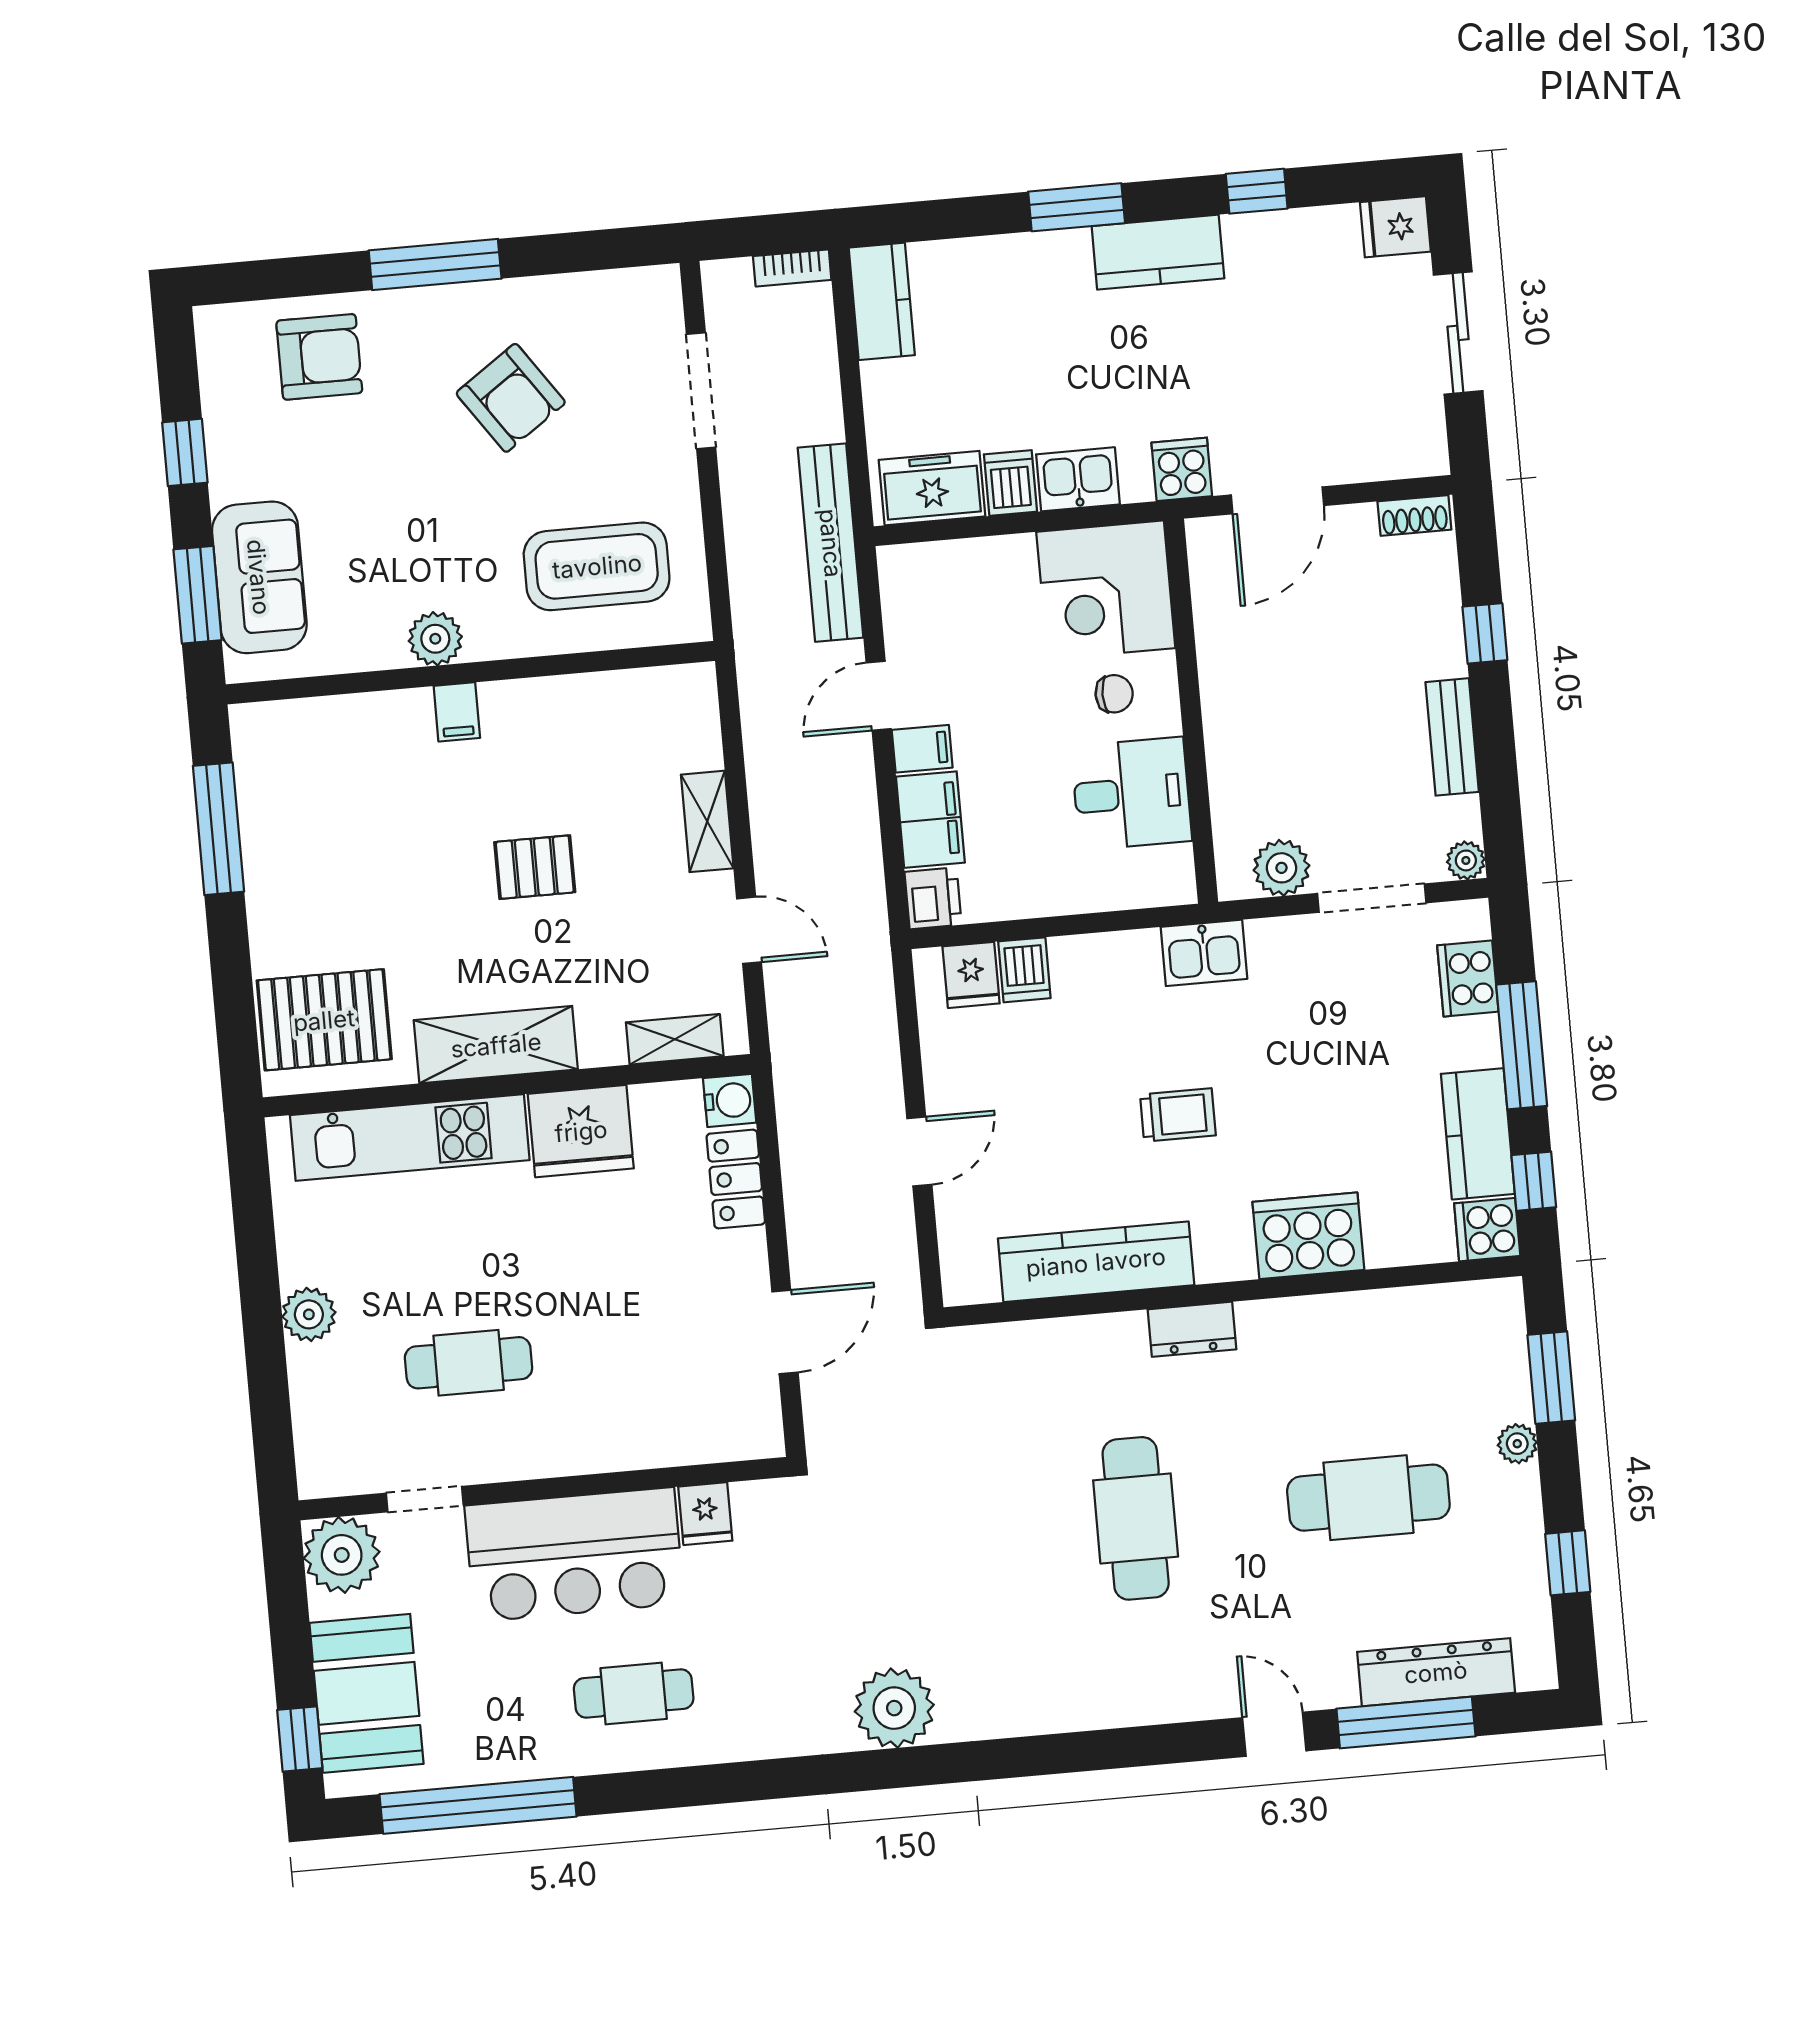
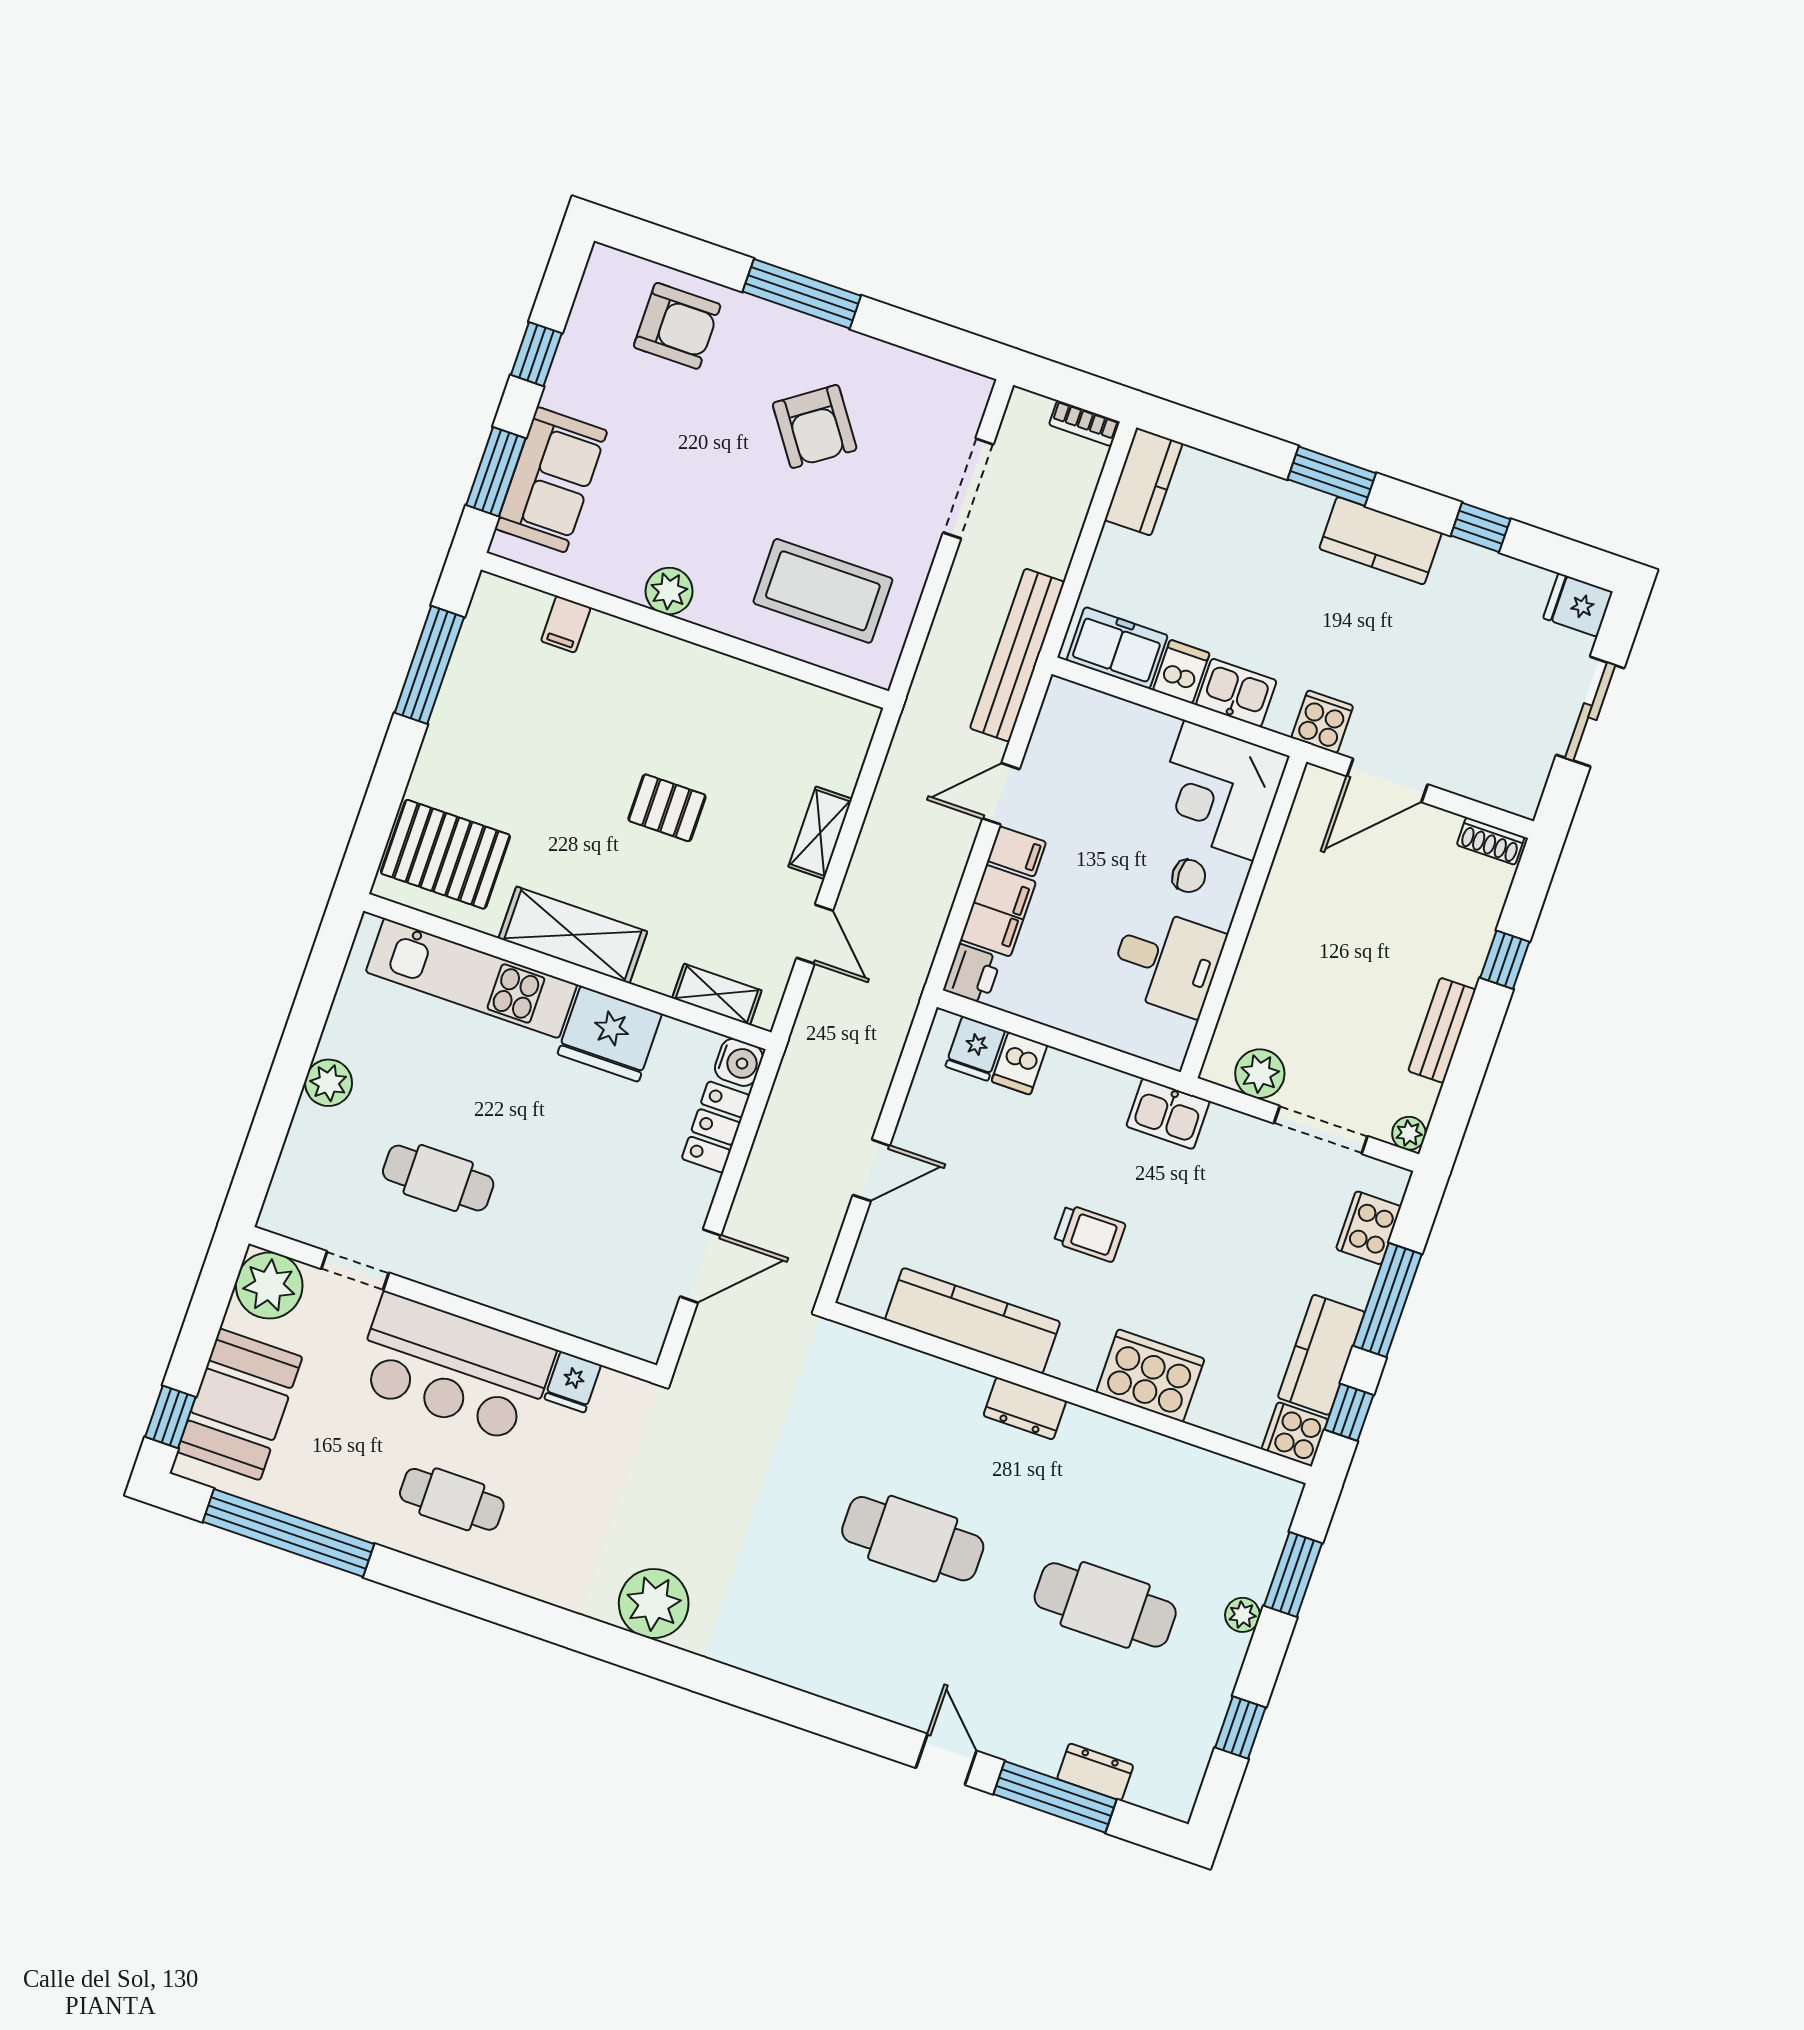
filing cabinet: (457, 712) -> (566, 624), moved
cafe table: (1136, 1518) -> (913, 1539), turned 90
dresser: (1436, 1672) -> (1095, 1772), width x0.51, depth x0.80

